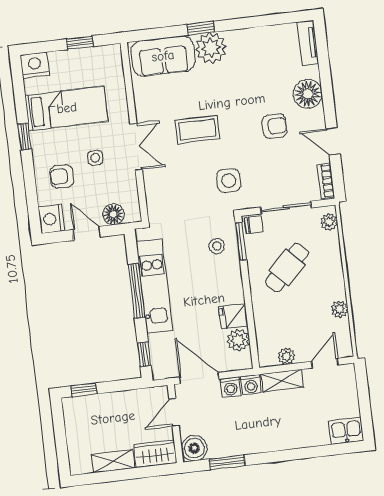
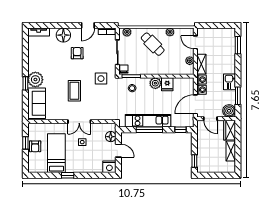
nightstand: (35, 65) -> (34, 166), removed
double door: (136, 147) -> (79, 122), swing flipped
armchair: (62, 176) -> (35, 146), moved
door: (87, 233) -> (118, 151), swing flipped
cafe table: (287, 268) -> (153, 44), moved
plant: (238, 340) -> (155, 83), moved
kitchen sink: (346, 431) -> (230, 82), moved
window: (330, 450) -> (238, 45), added

